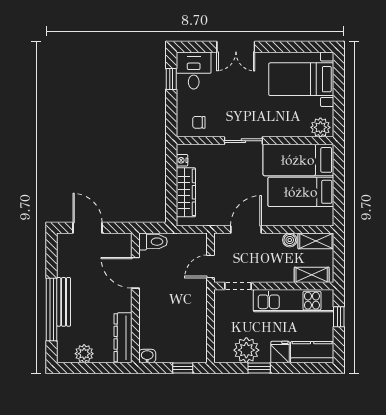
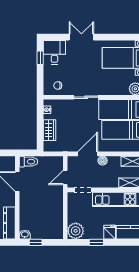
double door: (236, 47) -> (81, 37), swing flipped
wardrobe: (186, 192) -> (50, 130), width x0.67
boiler: (290, 240) -> (103, 161), moved
plant: (246, 350) -> (76, 231), moved
window: (183, 368) -> (36, 242), moved

